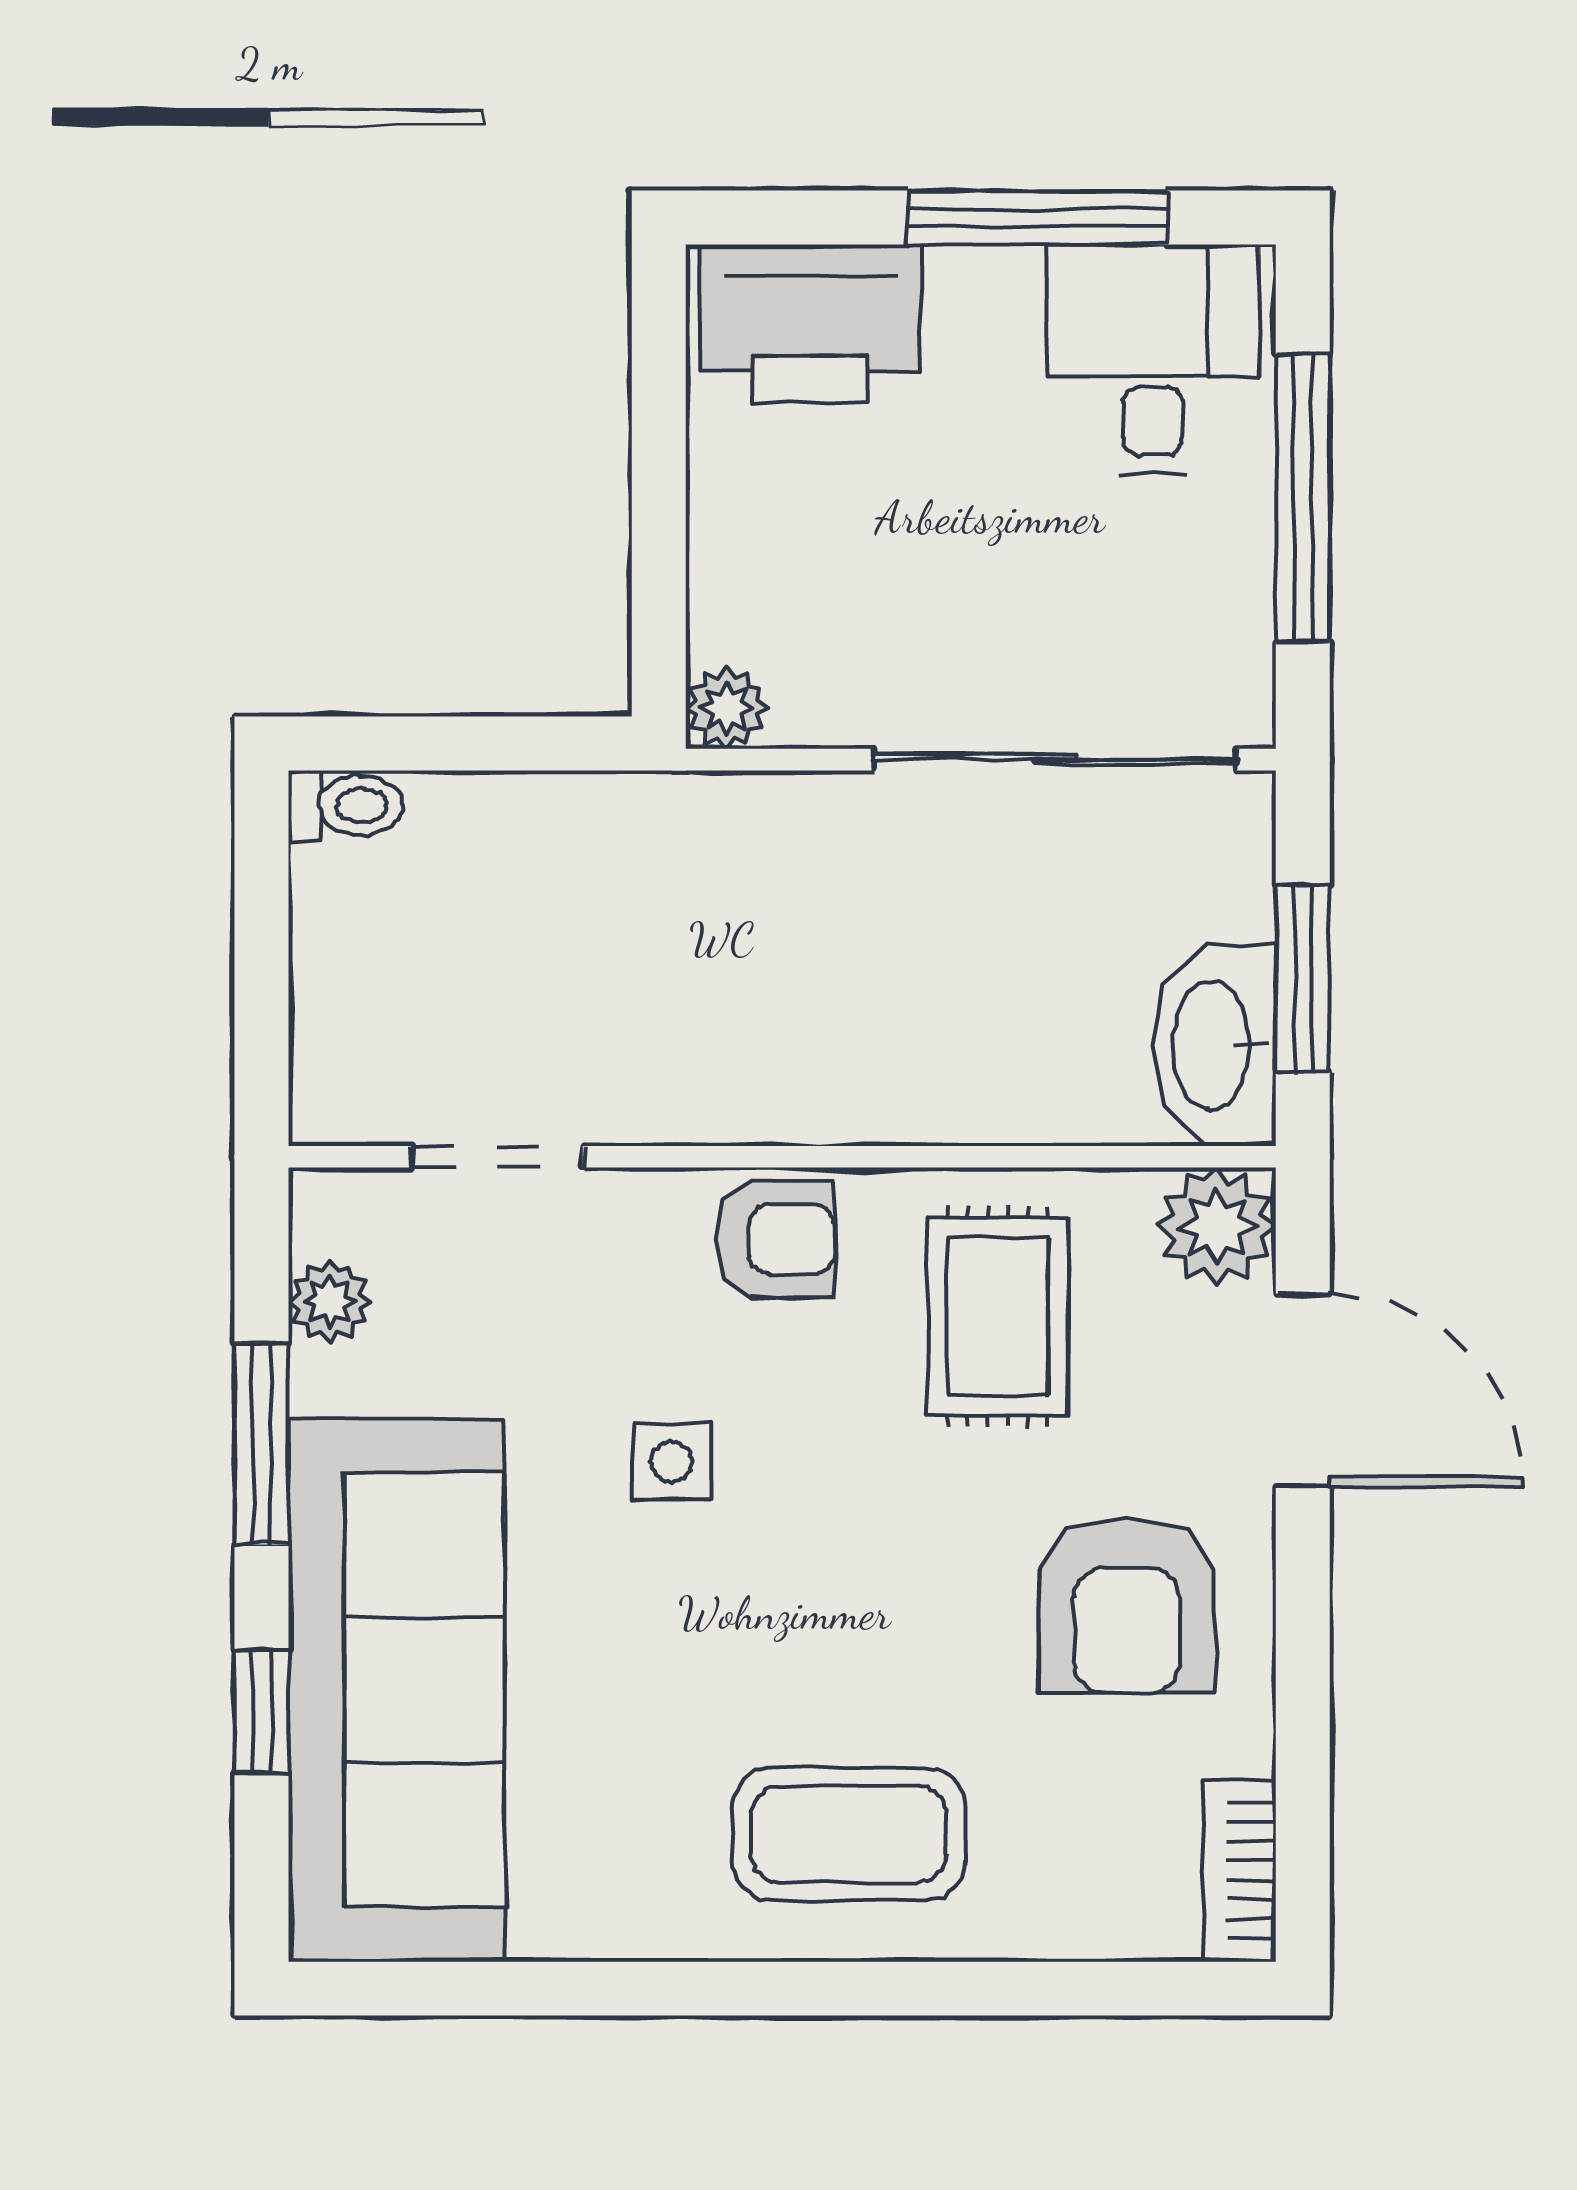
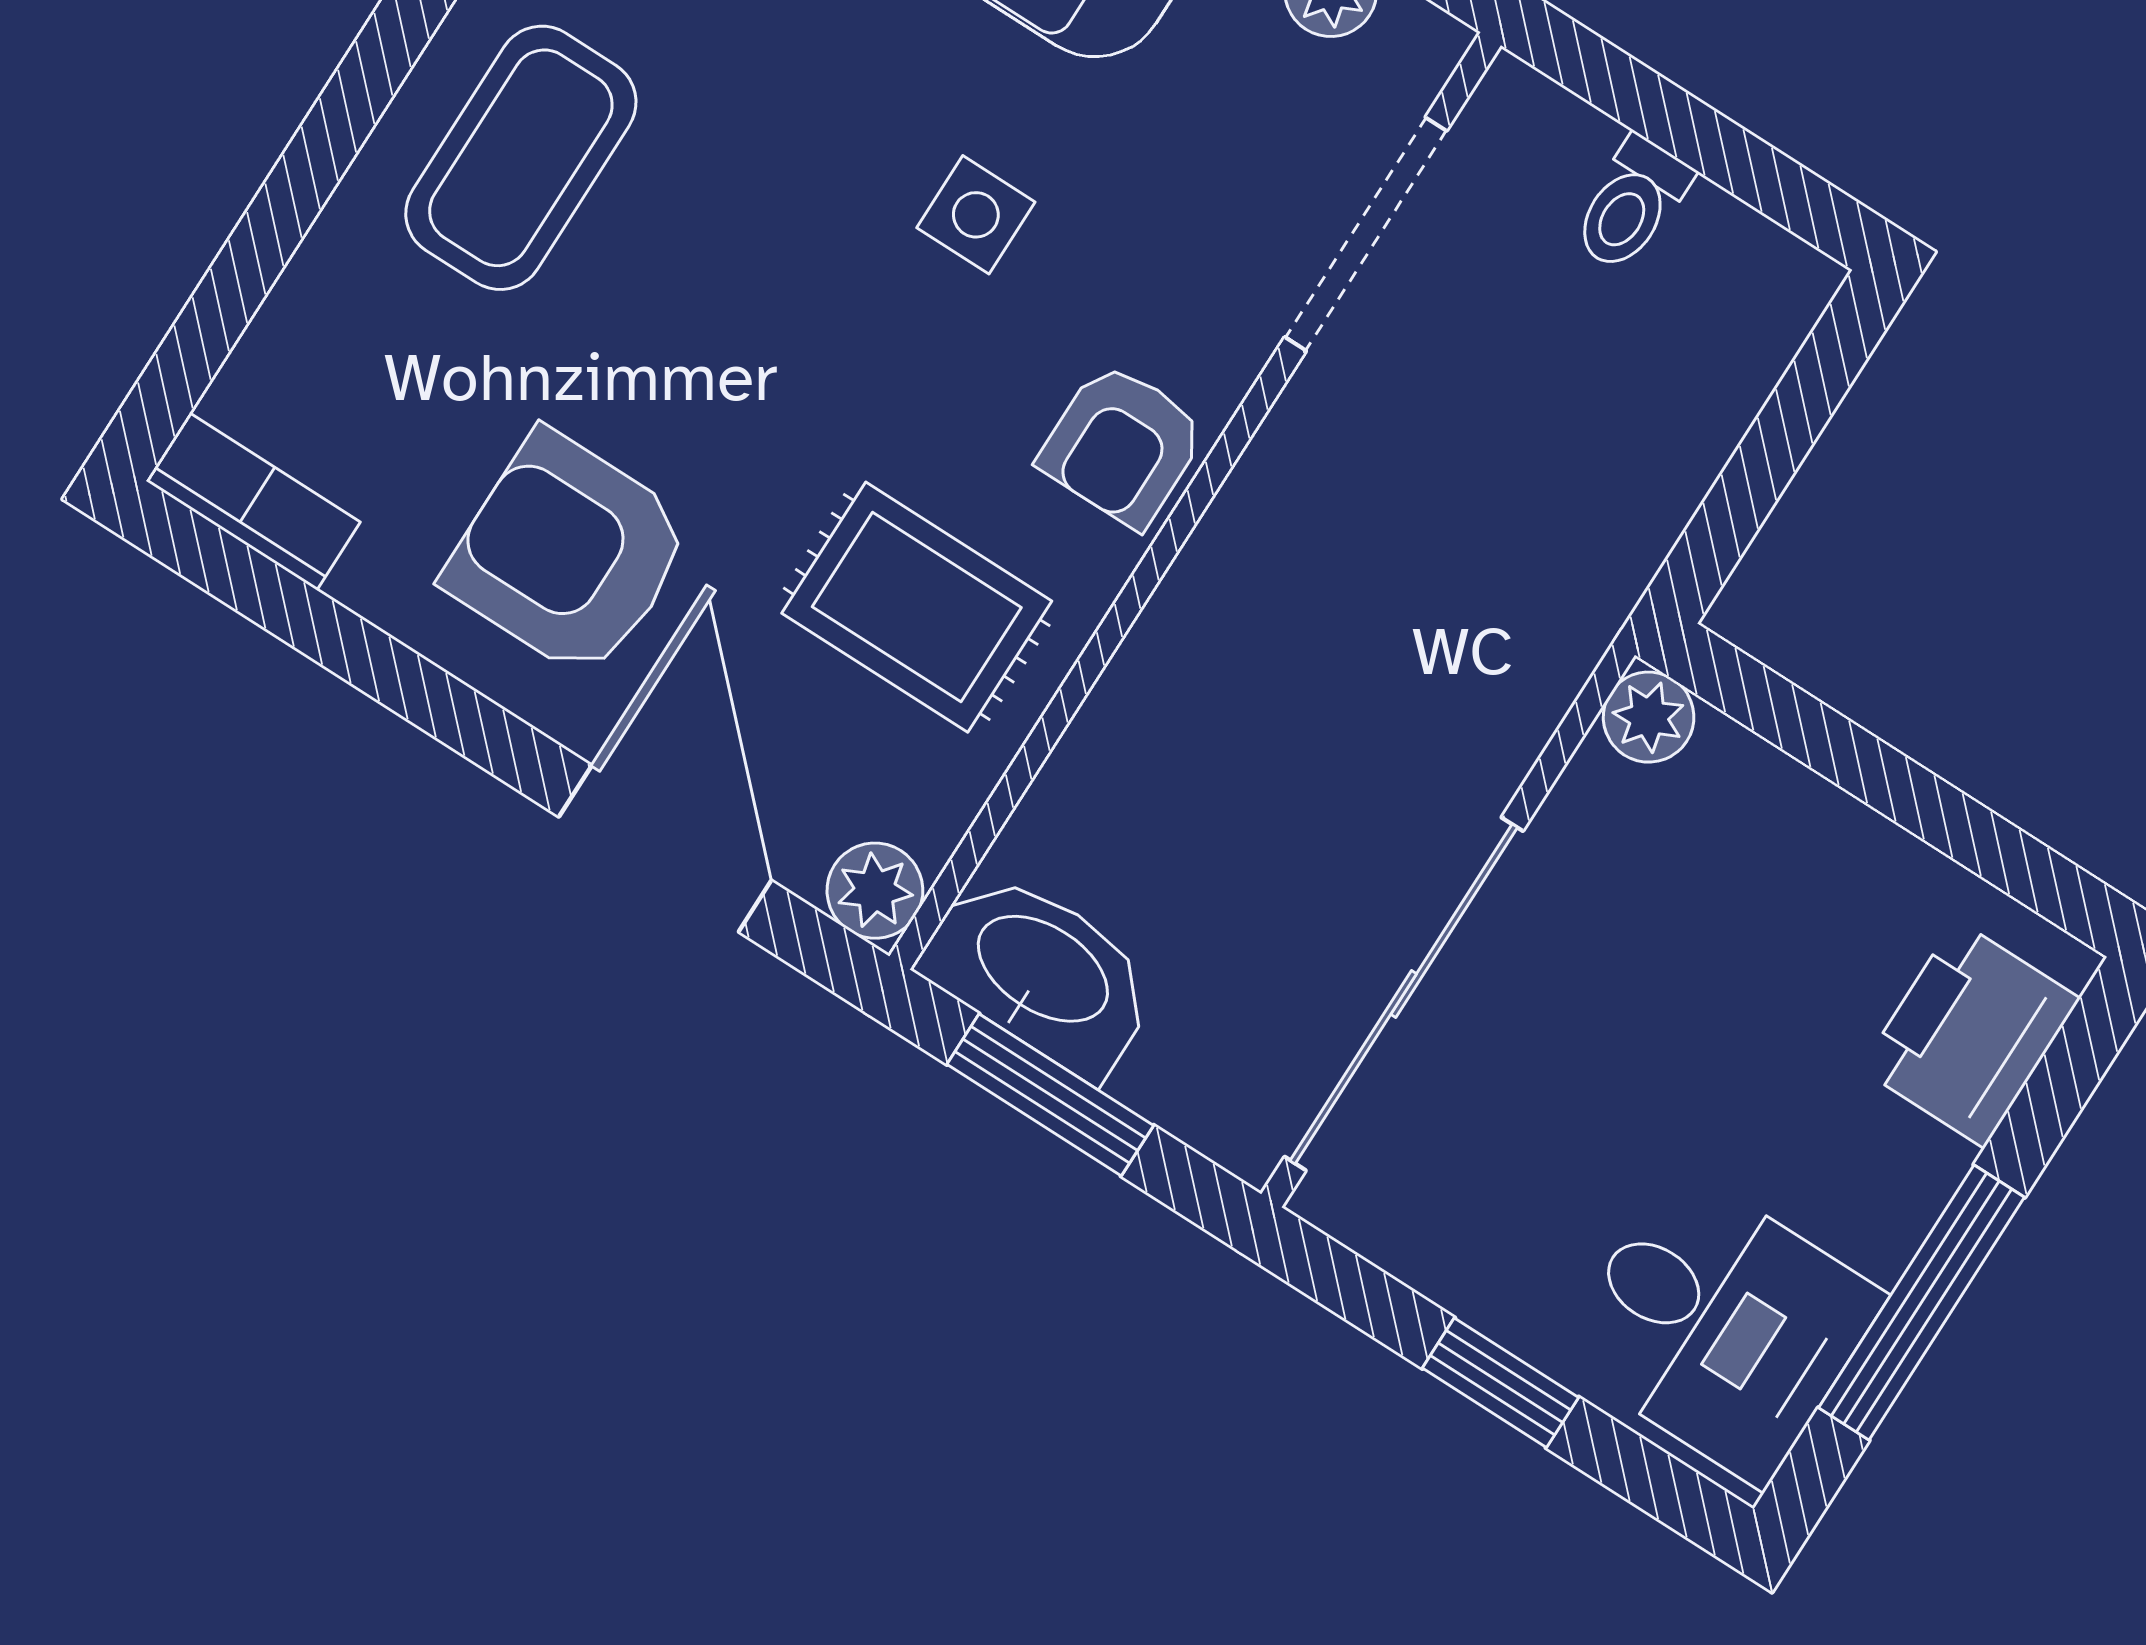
printer: (810, 324) -> (1970, 1034), width x0.73, depth x0.84
window: (1303, 498) -> (1500, 1383), width x0.46
toilet: (346, 806) -> (1631, 204), moved
doorway: (497, 1157) -> (1366, 234), width x1.38
plant: (1217, 1227) -> (875, 891), width x0.73, depth x0.73
door: (1303, 1390) -> (665, 849), swing flipped

